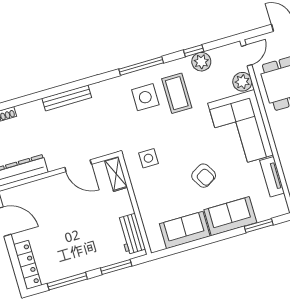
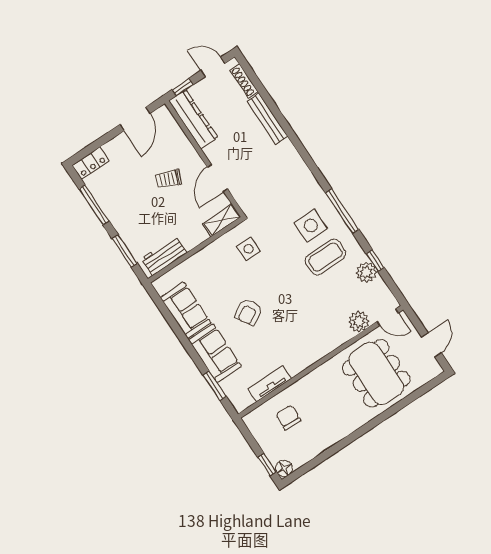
bench: (67, 98) -> (267, 119), moved
corner sofa: (241, 129) -> (309, 335), removed
trolley: (65, 209) -> (168, 179), added
locker: (28, 265) -> (91, 163), width x0.66

